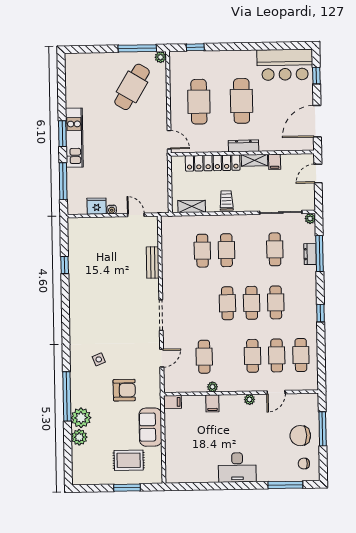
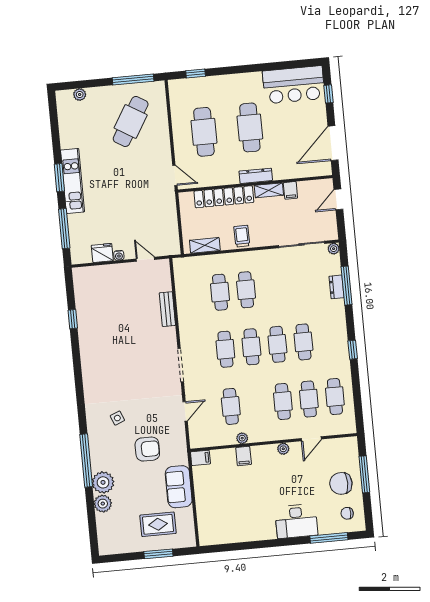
plant: (161, 57) -> (80, 95), moved
cafe table: (275, 249) -> (225, 349), moved
desk: (237, 467) -> (296, 521), moved

